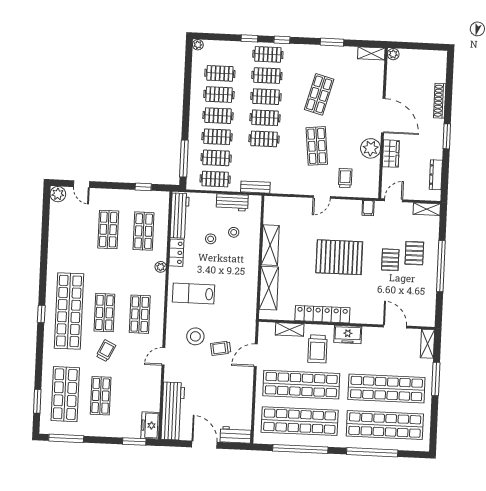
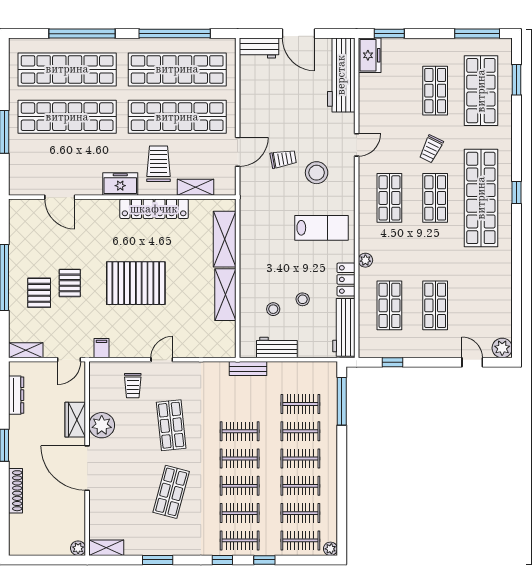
clothes rail: (215, 179) -> (300, 540), moved
shelving: (428, 344) -> (17, 177), removed

